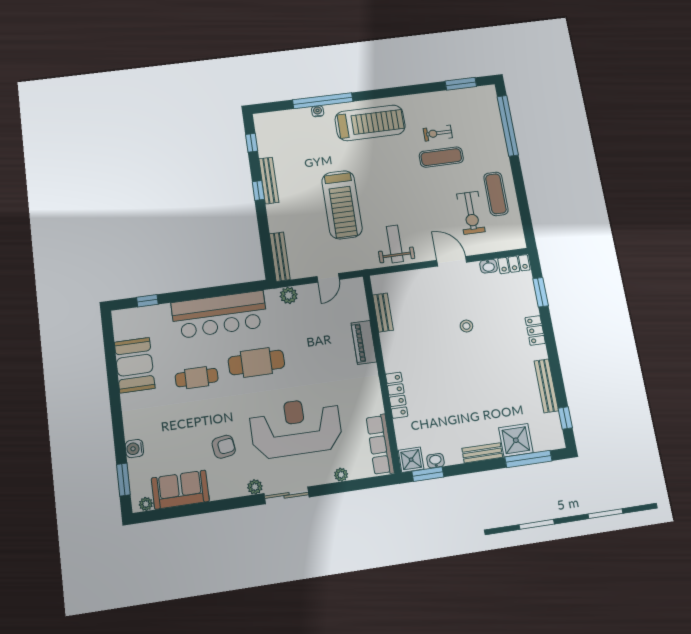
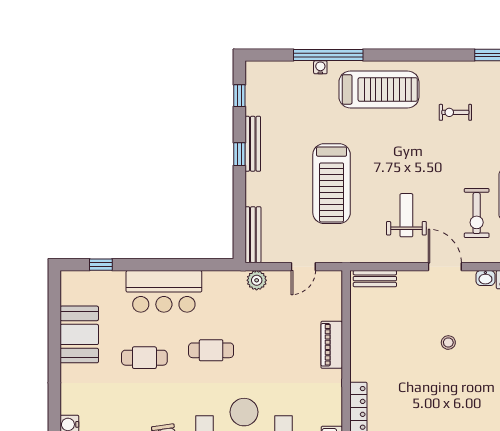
exercise mat: (441, 157) -> (454, 142), removed
weight bench: (395, 244) -> (406, 215), moved
bench: (383, 312) -> (375, 279), moved, turned 90
bar counter: (219, 315) -> (164, 291), width x0.73
cafe table: (256, 362) -> (211, 350), width x0.73, depth x0.74

